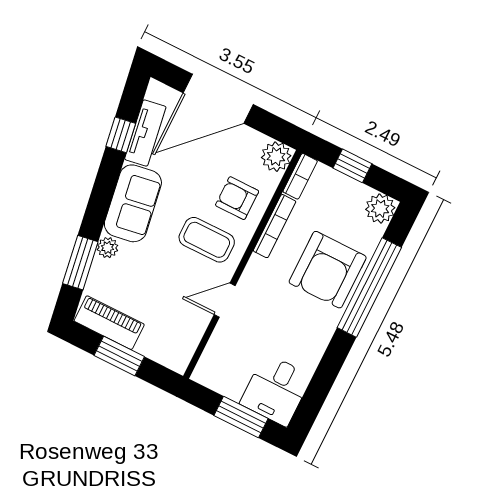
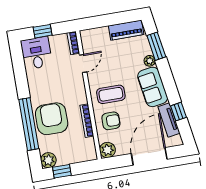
window: (352, 166) -> (62, 171), moved
bookcase: (300, 176) -> (73, 43), moved
door: (225, 300) -> (83, 63), moved
window: (119, 356) -> (112, 19), removed
window: (241, 417) -> (43, 31), width x0.67

